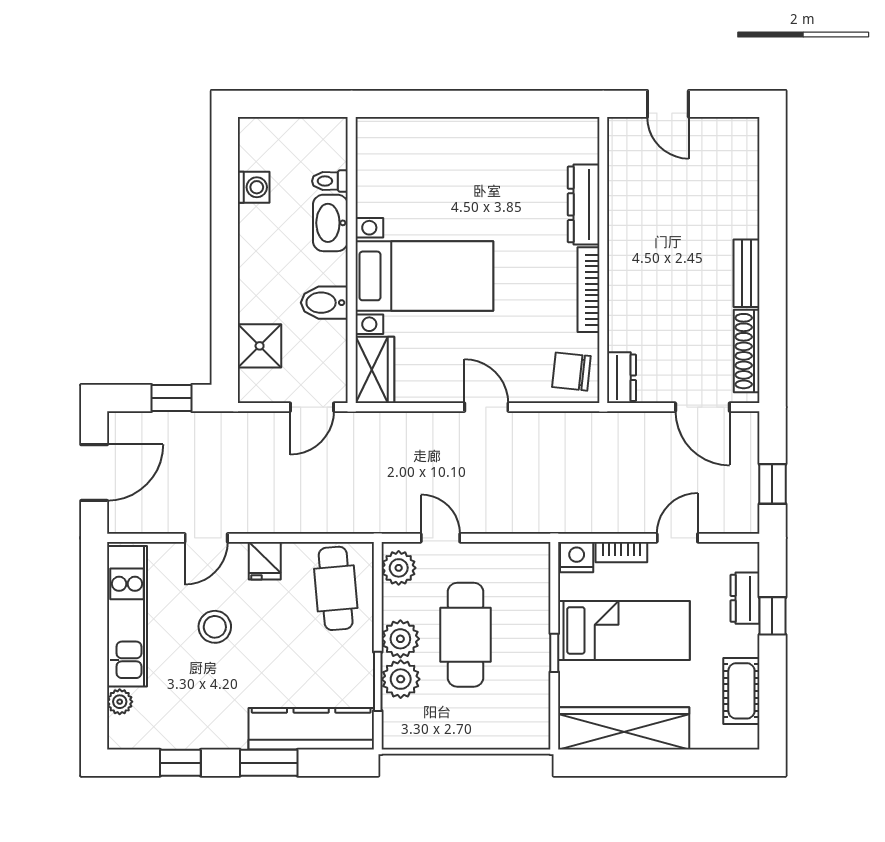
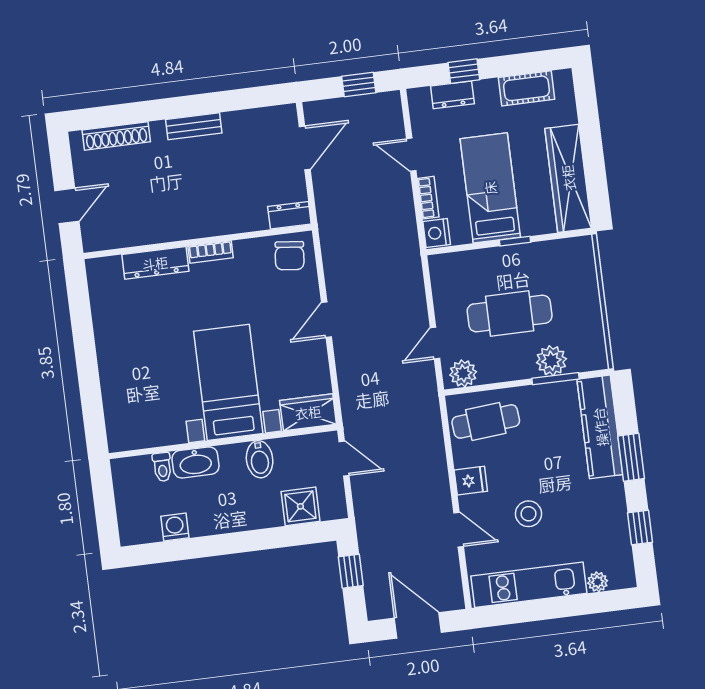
bookcase: (588, 290) -> (211, 252), width x0.64
shoe rack: (747, 351) -> (116, 136), moved
plant: (400, 639) -> (519, 365), removed

